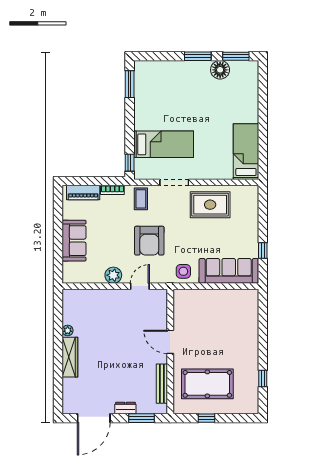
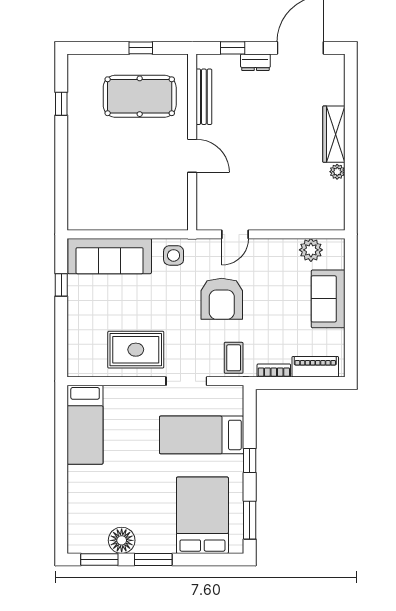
bed: (163, 88) -> (202, 515), added
window: (130, 163) -> (250, 461), moved
armchair: (149, 241) -> (222, 299), turned 180
plant: (113, 275) -> (311, 250), moved
window: (142, 418) -> (233, 48), width x0.67

